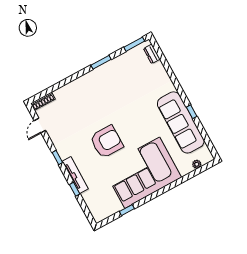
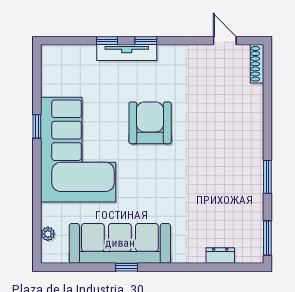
dresser: (152, 54) -> (220, 255), moved
armchair: (106, 142) -> (150, 123), turned 180
window: (57, 158) -> (146, 41), moved
window: (127, 210) -> (37, 126), moved

